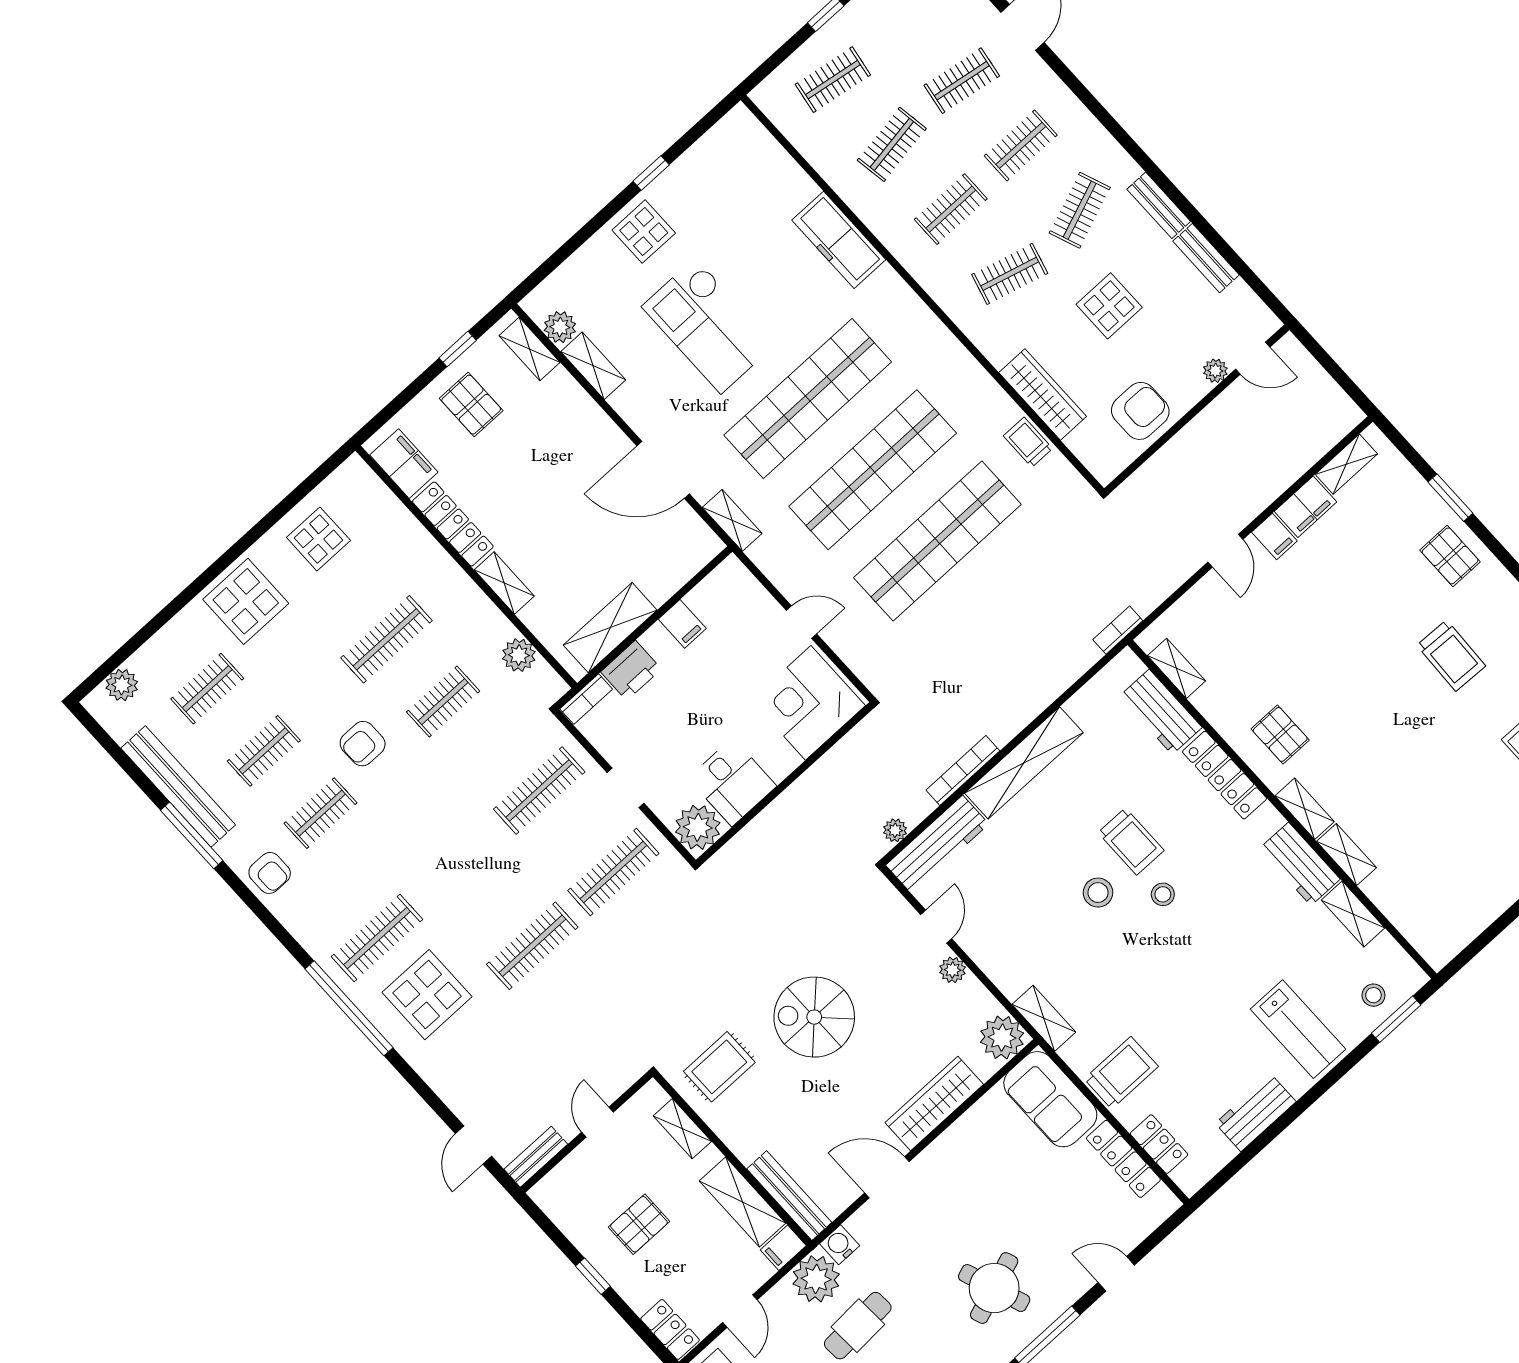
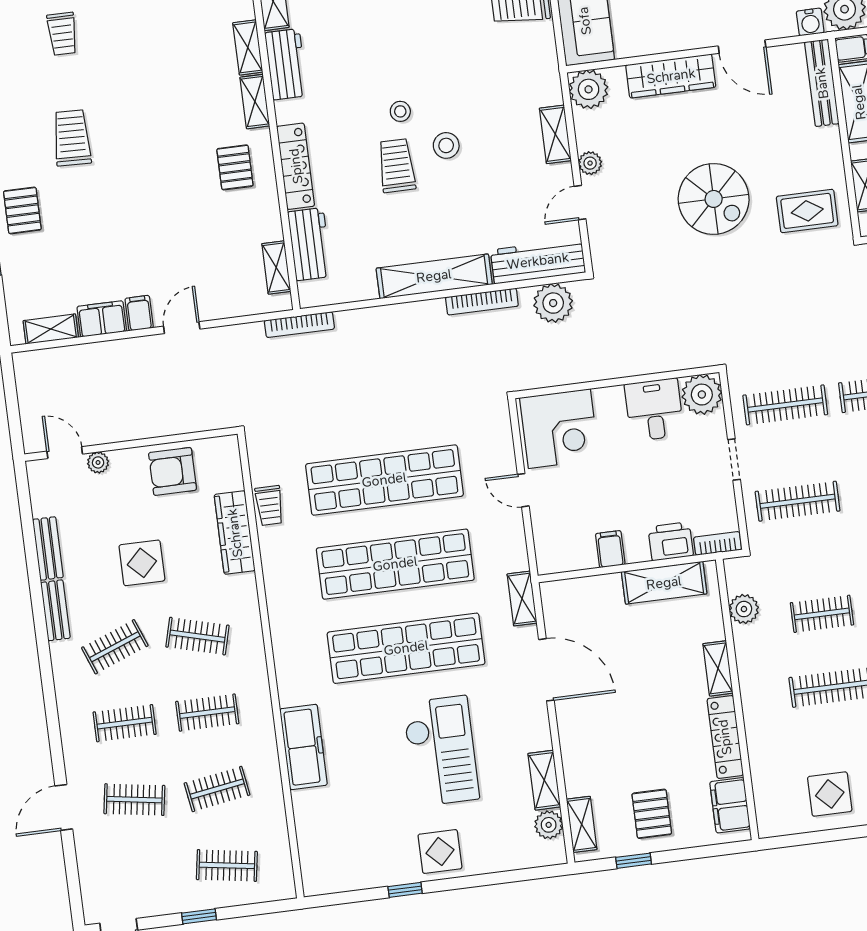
bookcase: (1118, 630) -> (299, 325), width x1.56
plant: (895, 830) -> (553, 303), width x1.87, depth x1.87
shelving: (1044, 1018) -> (555, 134), moved

